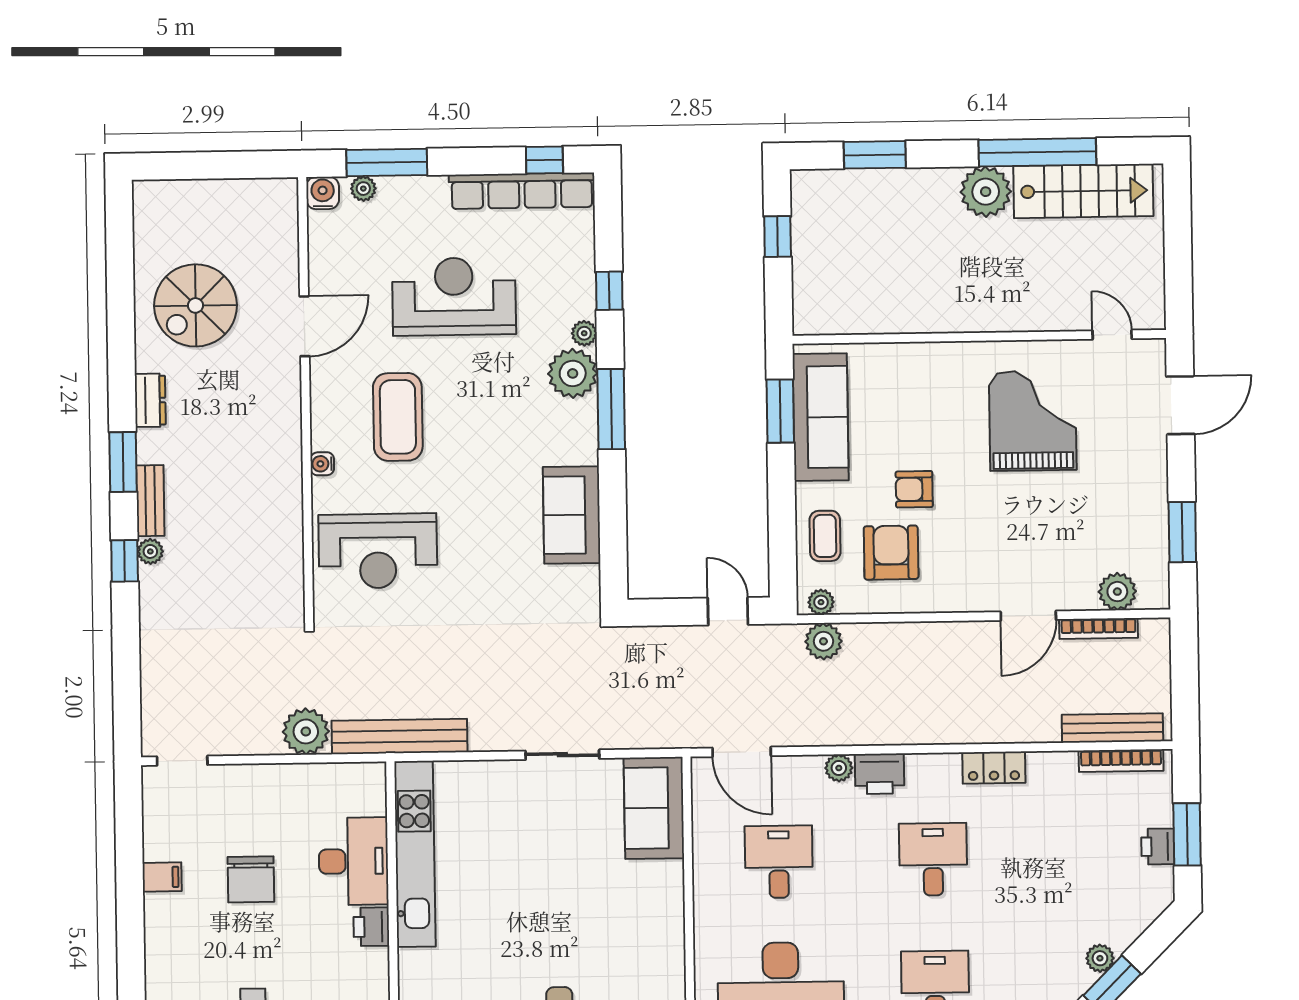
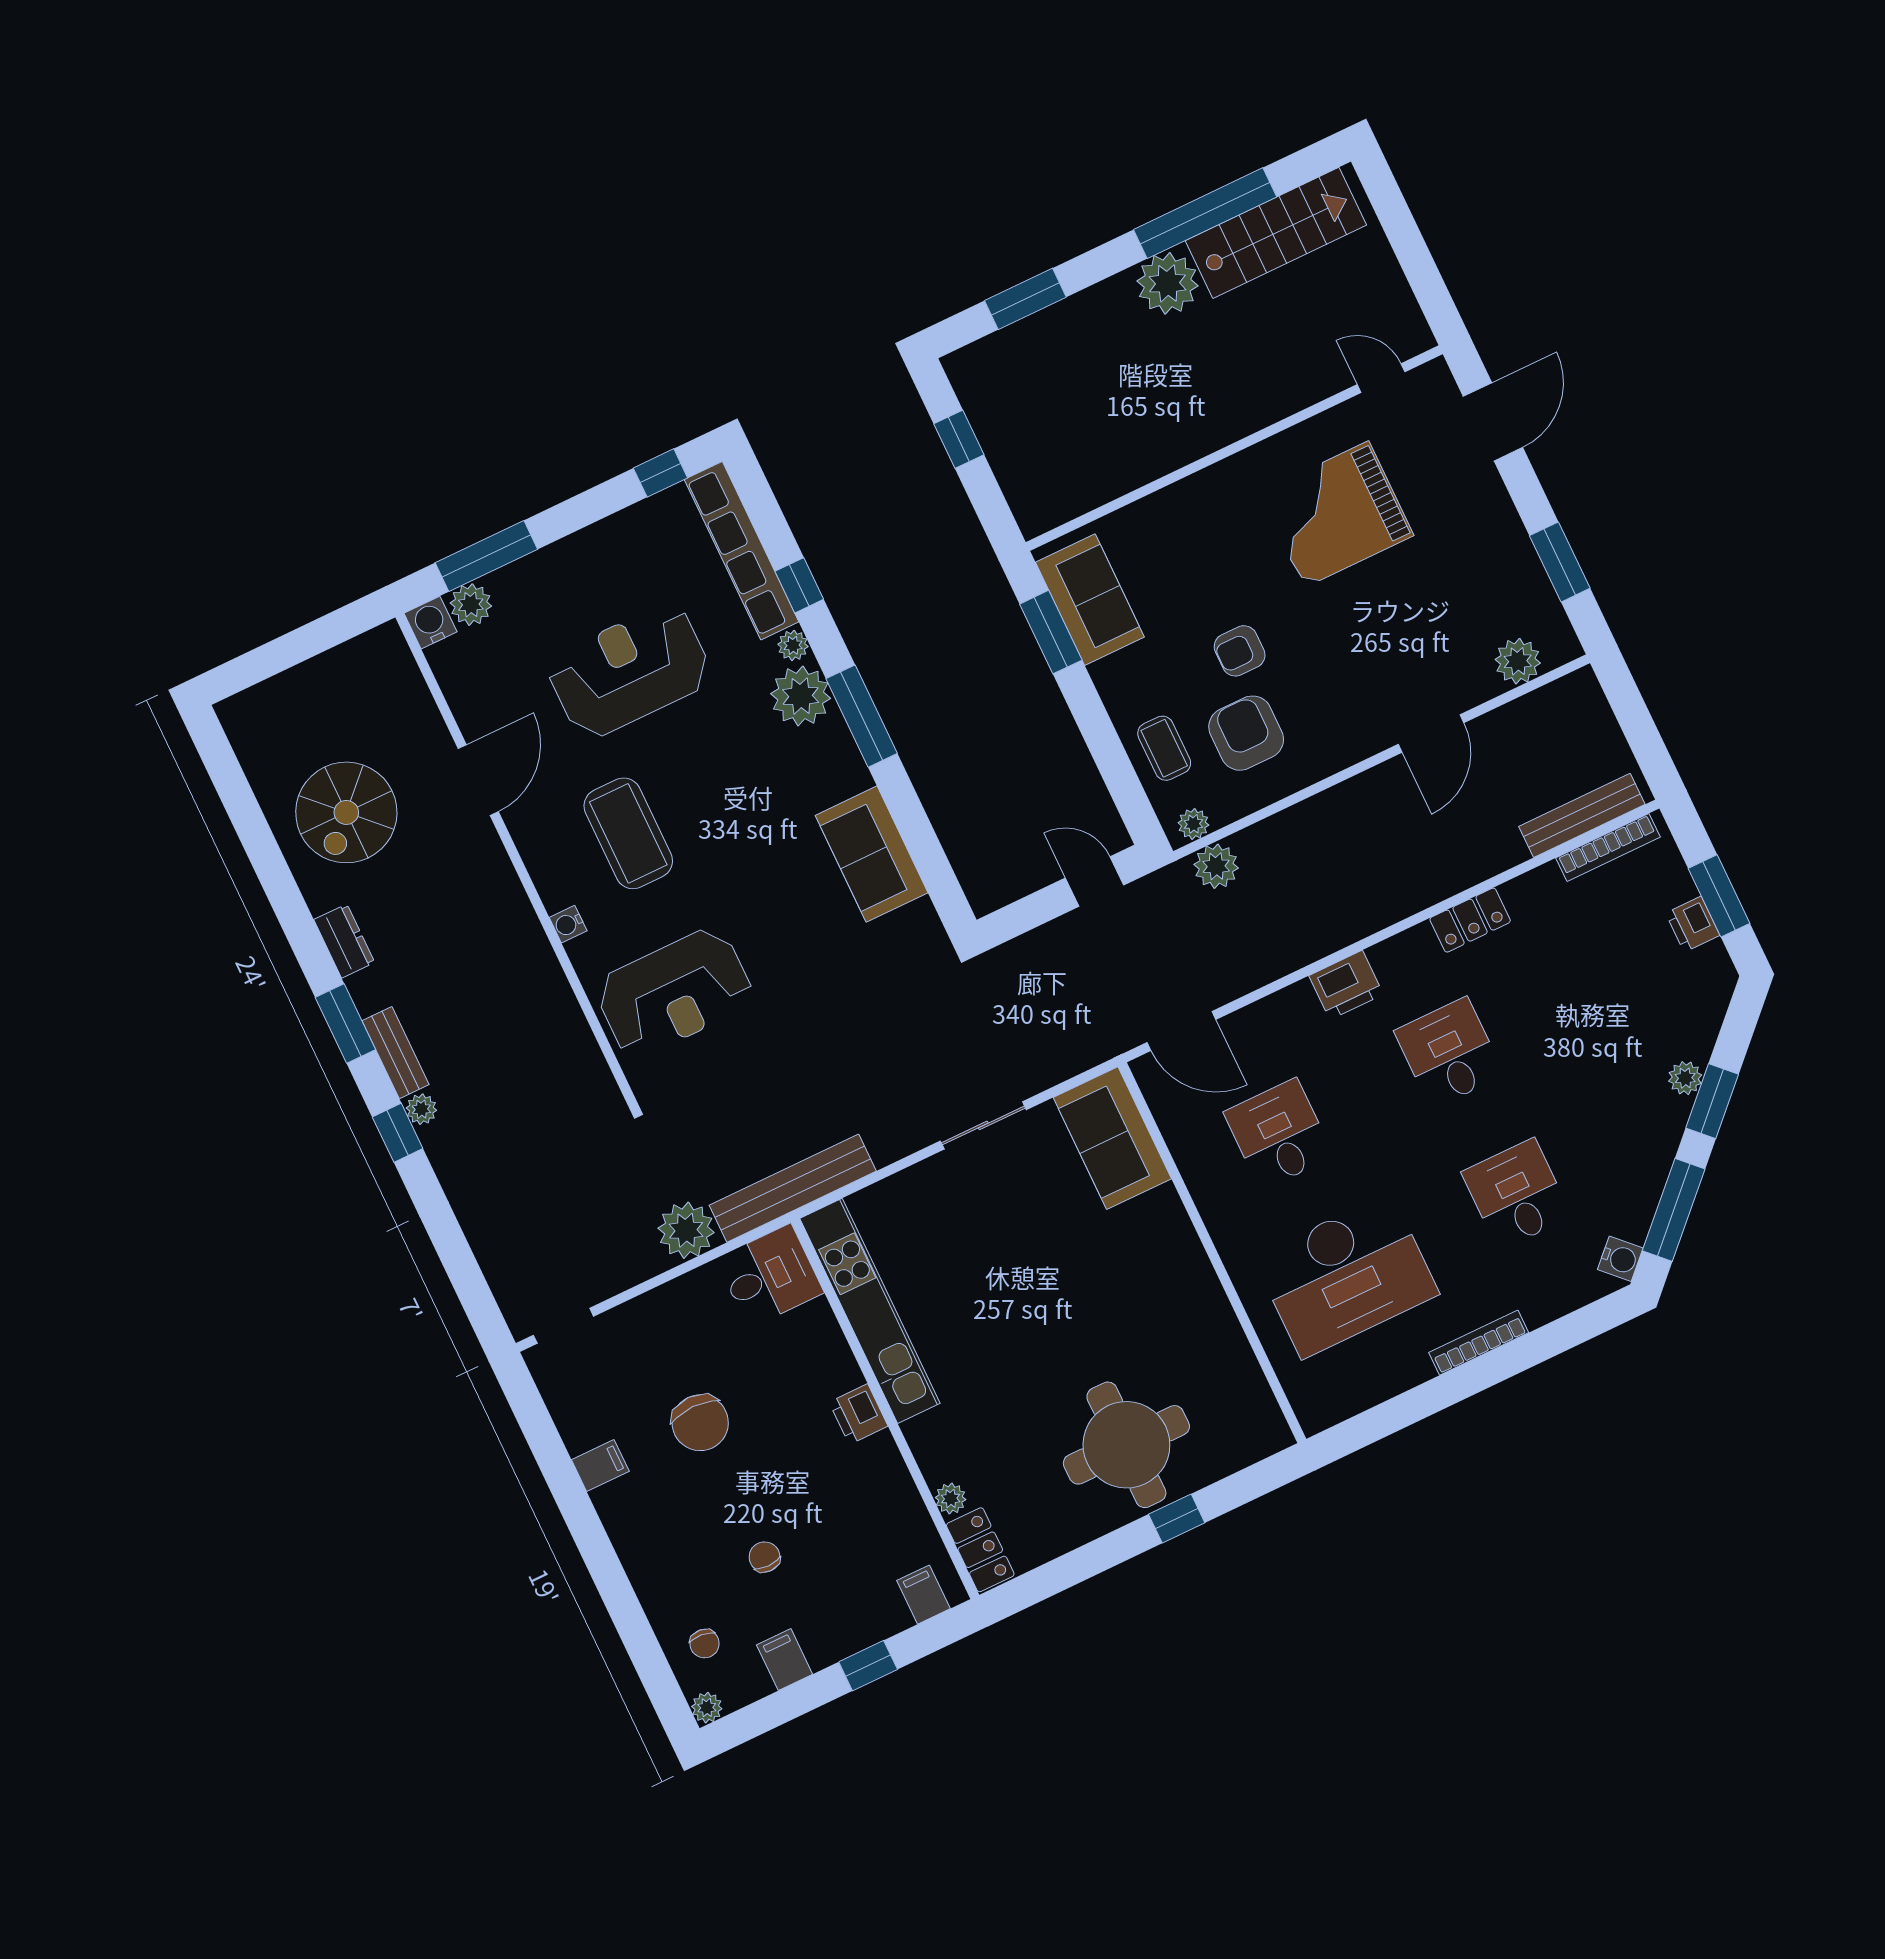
plant: (363, 189) -> (471, 605), width x1.38, depth x1.38
row of seats: (522, 191) -> (742, 551), moved, turned 90
sofa: (821, 417) -> (1090, 600), width x0.73
grand piano: (1033, 421) -> (1336, 514), turned -90
bookcase: (1098, 629) -> (1516, 712), removed
plant: (839, 768) -> (1298, 999), removed
desk: (354, 861) -> (770, 1276), moved, width x0.73

